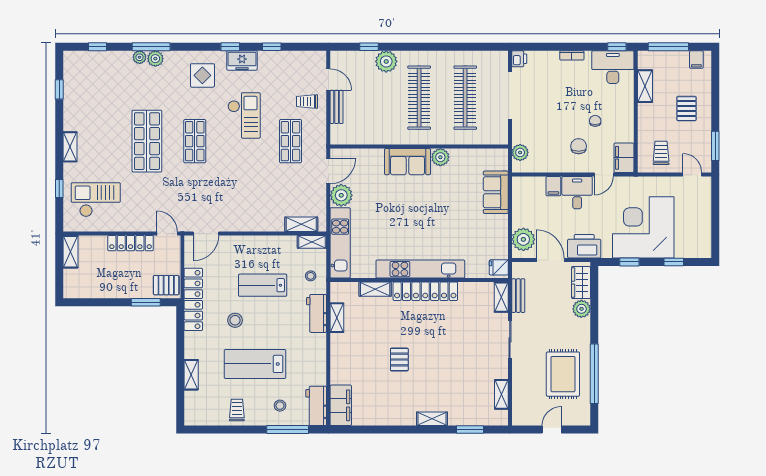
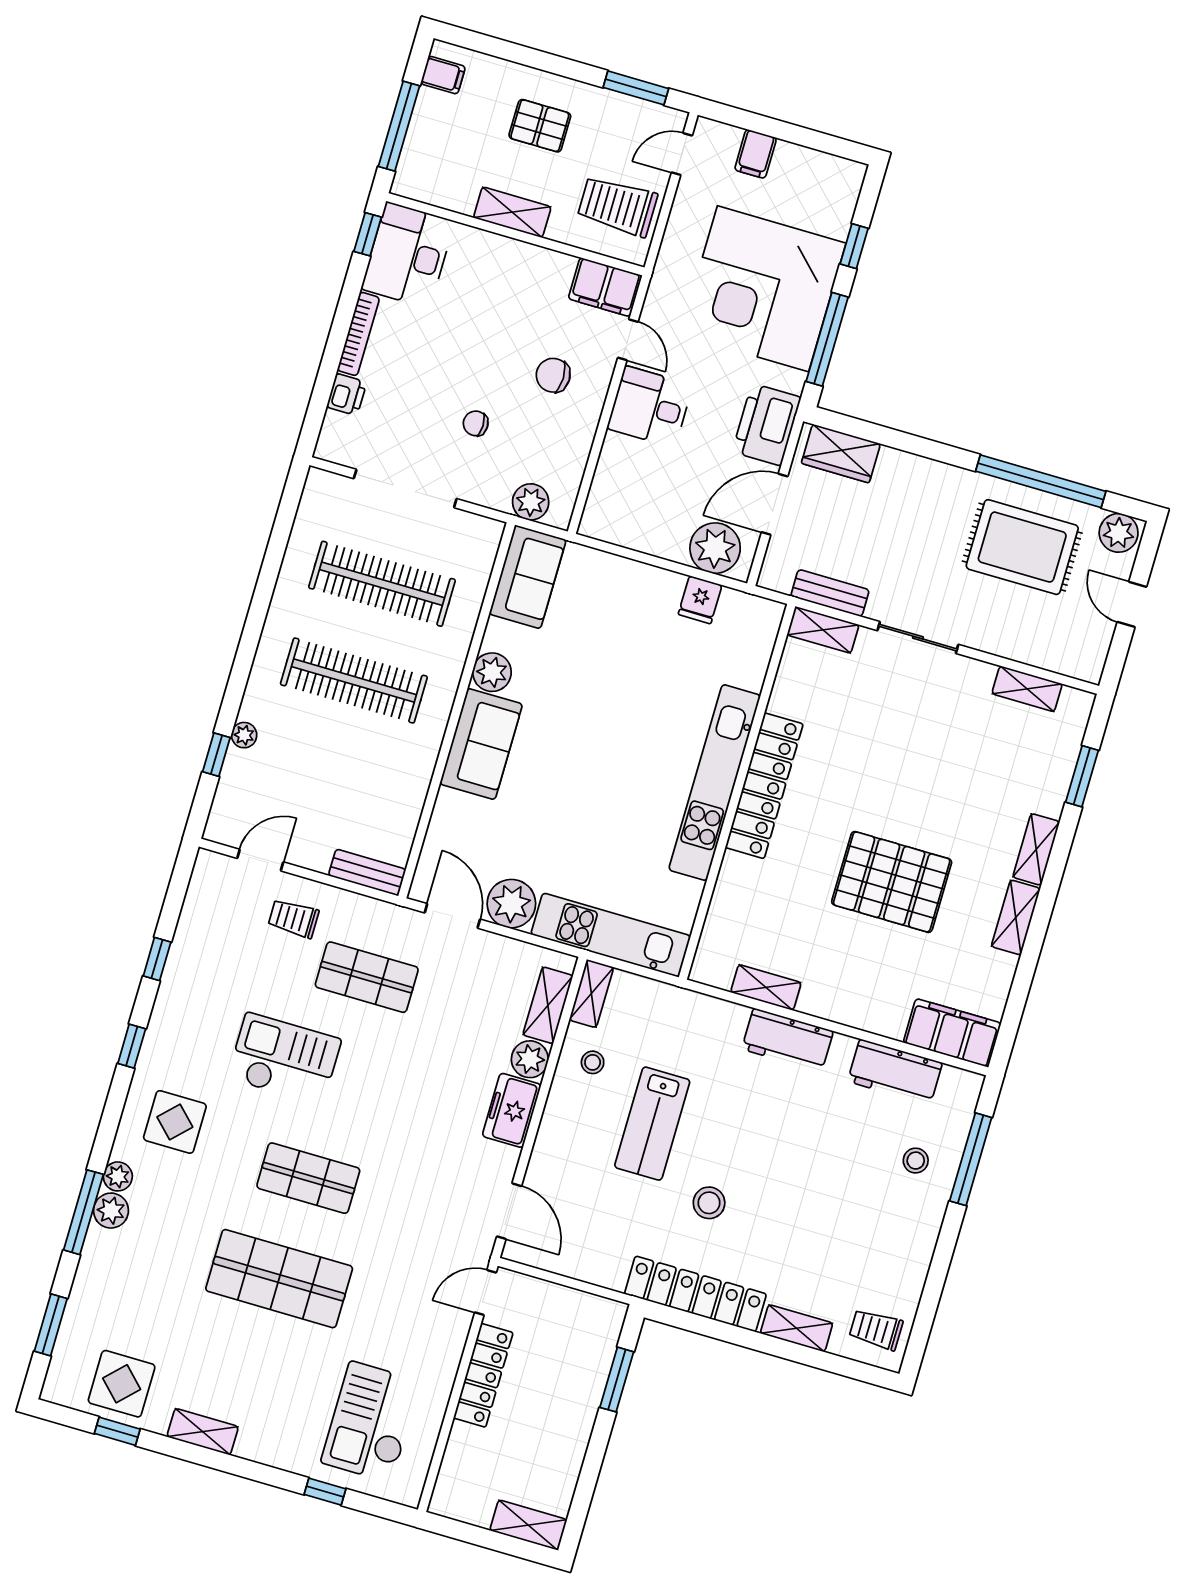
window: (98, 47) -> (51, 1325), width x1.50
bookcase: (572, 55) -> (358, 334), width x1.56
plant: (140, 57) -> (118, 1176), moved
printer: (519, 59) -> (347, 395), moved, turned 90
freezer: (242, 60) -> (512, 1110), moved, turned 180
plant: (386, 61) -> (244, 735), width x0.53, depth x0.53
display table: (81, 85) -> (122, 1384), added
shelving: (645, 86) -> (512, 212), moved
trolley: (307, 102) -> (294, 918), turned 90
bench: (337, 107) -> (367, 872), moved
chair: (595, 121) -> (476, 423), moved
shelving: (70, 147) -> (203, 1432), moved
trolley: (661, 153) -> (617, 206), width x1.36, depth x1.39
filing cabinet: (553, 186) -> (756, 154), moved, turned 90
sofa: (496, 192) -> (528, 577), moved, turned -90
plant: (275, 223) -> (530, 1059), added
shelving: (71, 252) -> (528, 1525), moved
window: (629, 262) -> (827, 339), width x2.17
fridge: (499, 267) -> (700, 600), moved
stool: (311, 276) -> (593, 1062), moved
pallet: (166, 285) -> (593, 1326), removed
shelving: (375, 289) -> (1016, 917), moved
locker: (193, 299) -> (695, 1294), moved
plant: (581, 309) -> (1119, 533), moved
workbench: (317, 313) -> (788, 1040), moved
pallet: (399, 360) -> (892, 882), width x2.05, depth x2.00
lab bench: (255, 364) -> (813, 1188), removed
workbench: (316, 406) -> (895, 1072), moved
trolley: (237, 410) -> (876, 1329), moved

